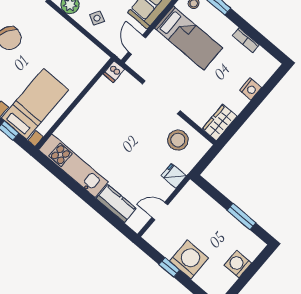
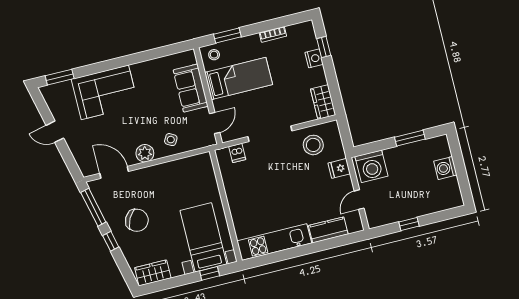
door: (137, 45) -> (215, 123), swing flipped
dishwasher: (114, 72) -> (237, 153), moved
window: (266, 90) -> (324, 47), added
washing machine: (189, 259) -> (371, 166), moved, turned 180

